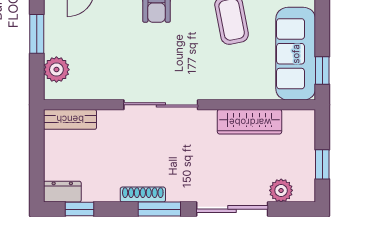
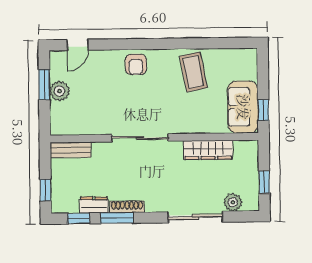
sofa: (296, 54) -> (243, 107), width x0.73
plant: (56, 70) -> (59, 91), moved
window: (37, 172) -> (46, 190), added
dresser: (62, 192) -> (94, 205), moved
window: (159, 209) -> (117, 218), moved

